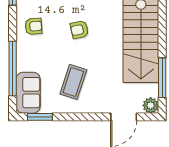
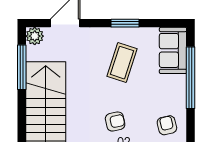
armchair: (33, 26) -> (167, 125), turned 80
window: (40, 117) -> (125, 23), moved

